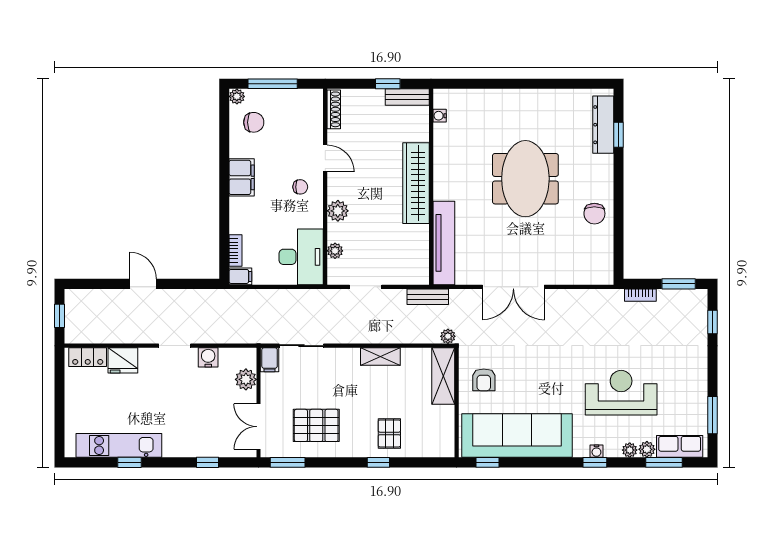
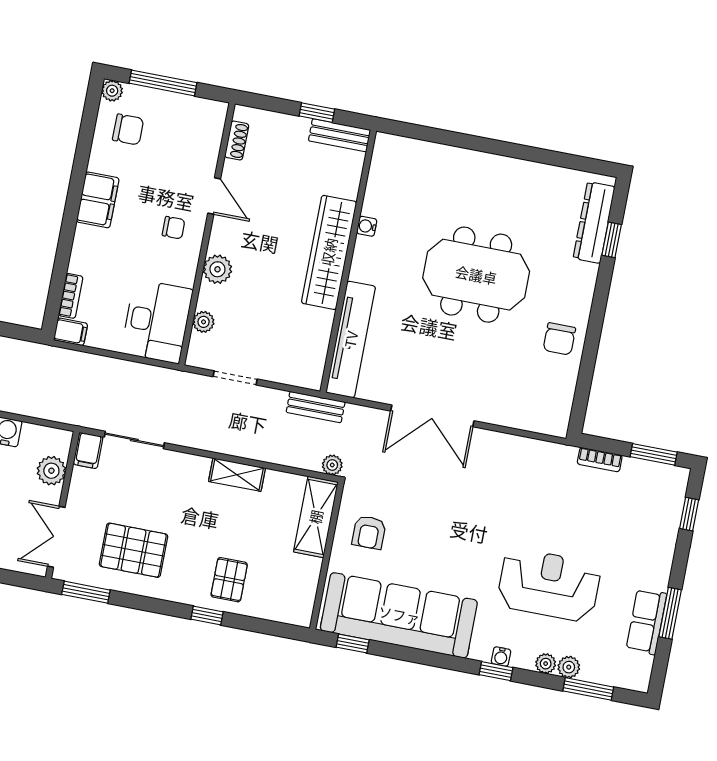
shoe rack: (334, 109) -> (237, 141), width x0.70
water cooler: (440, 116) -> (367, 226), moved
meeting table: (525, 179) -> (476, 275), turned 90
window: (713, 415) -> (670, 613), moved
row of seats: (680, 446) -> (646, 622), moved, turned -90

